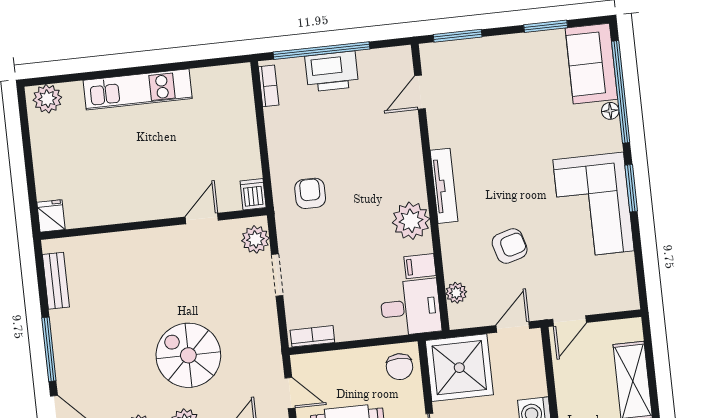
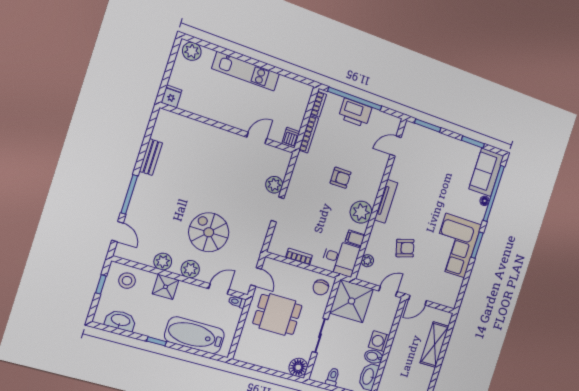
bookcase: (274, 139) -> (309, 134), added
armchair: (310, 193) -> (341, 178), moved, turned 90
dishwasher: (253, 194) -> (291, 138), moved
fridge: (51, 216) -> (171, 96), moved
door: (202, 219) -> (257, 138), moved
wall: (153, 224) -> (228, 128), moved
bookcase: (312, 336) -> (299, 257), moved

